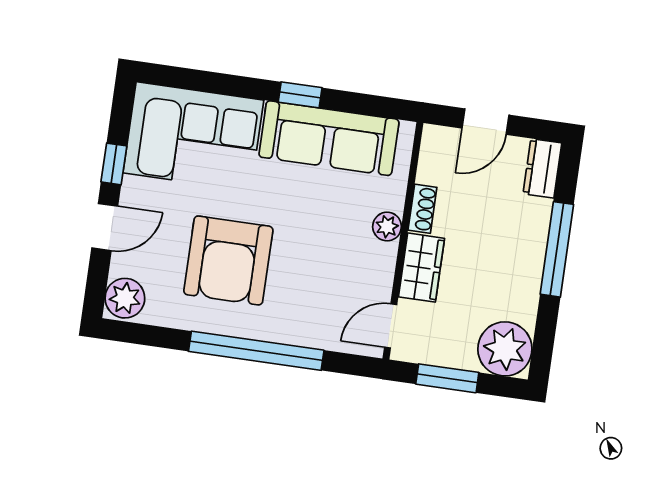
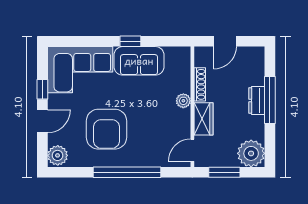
sofa: (329, 138) -> (139, 61), width x0.73
dresser: (542, 168) -> (257, 101), moved
shoe rack: (422, 209) -> (200, 84), width x1.43

